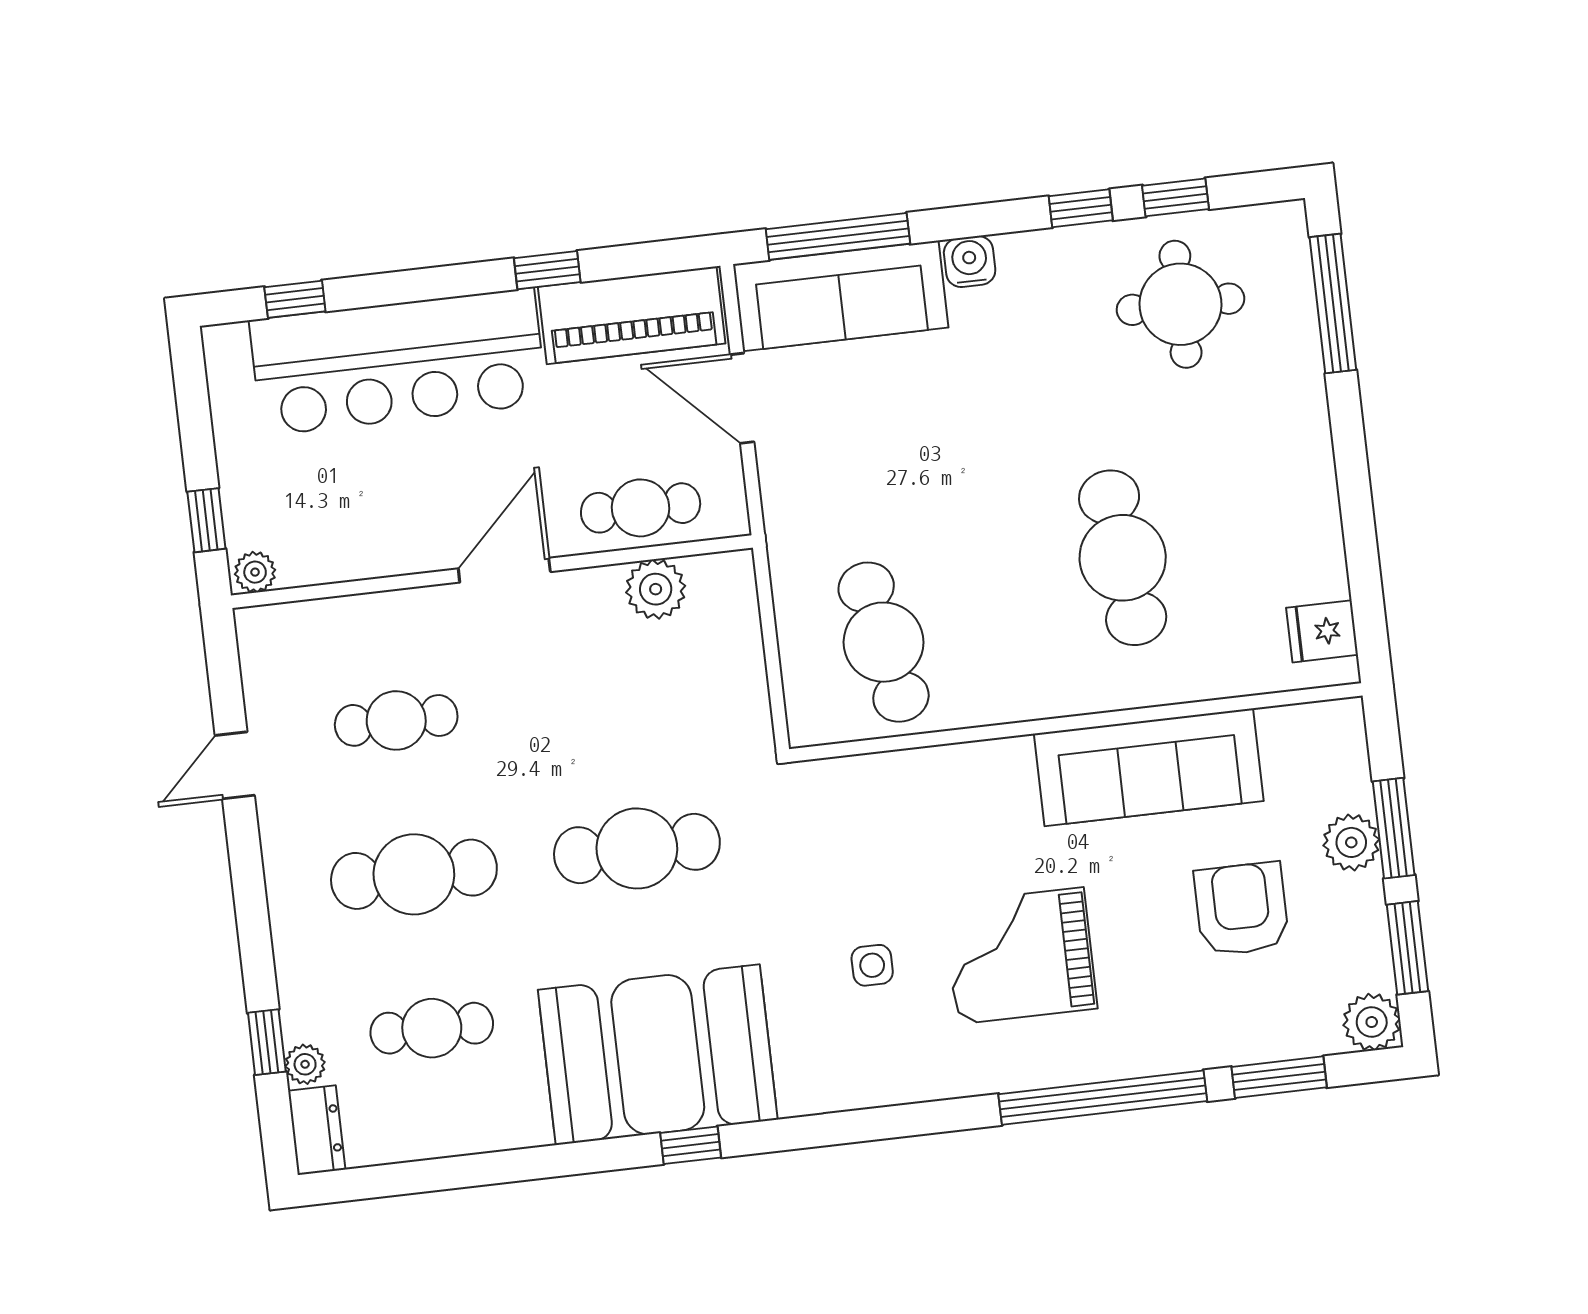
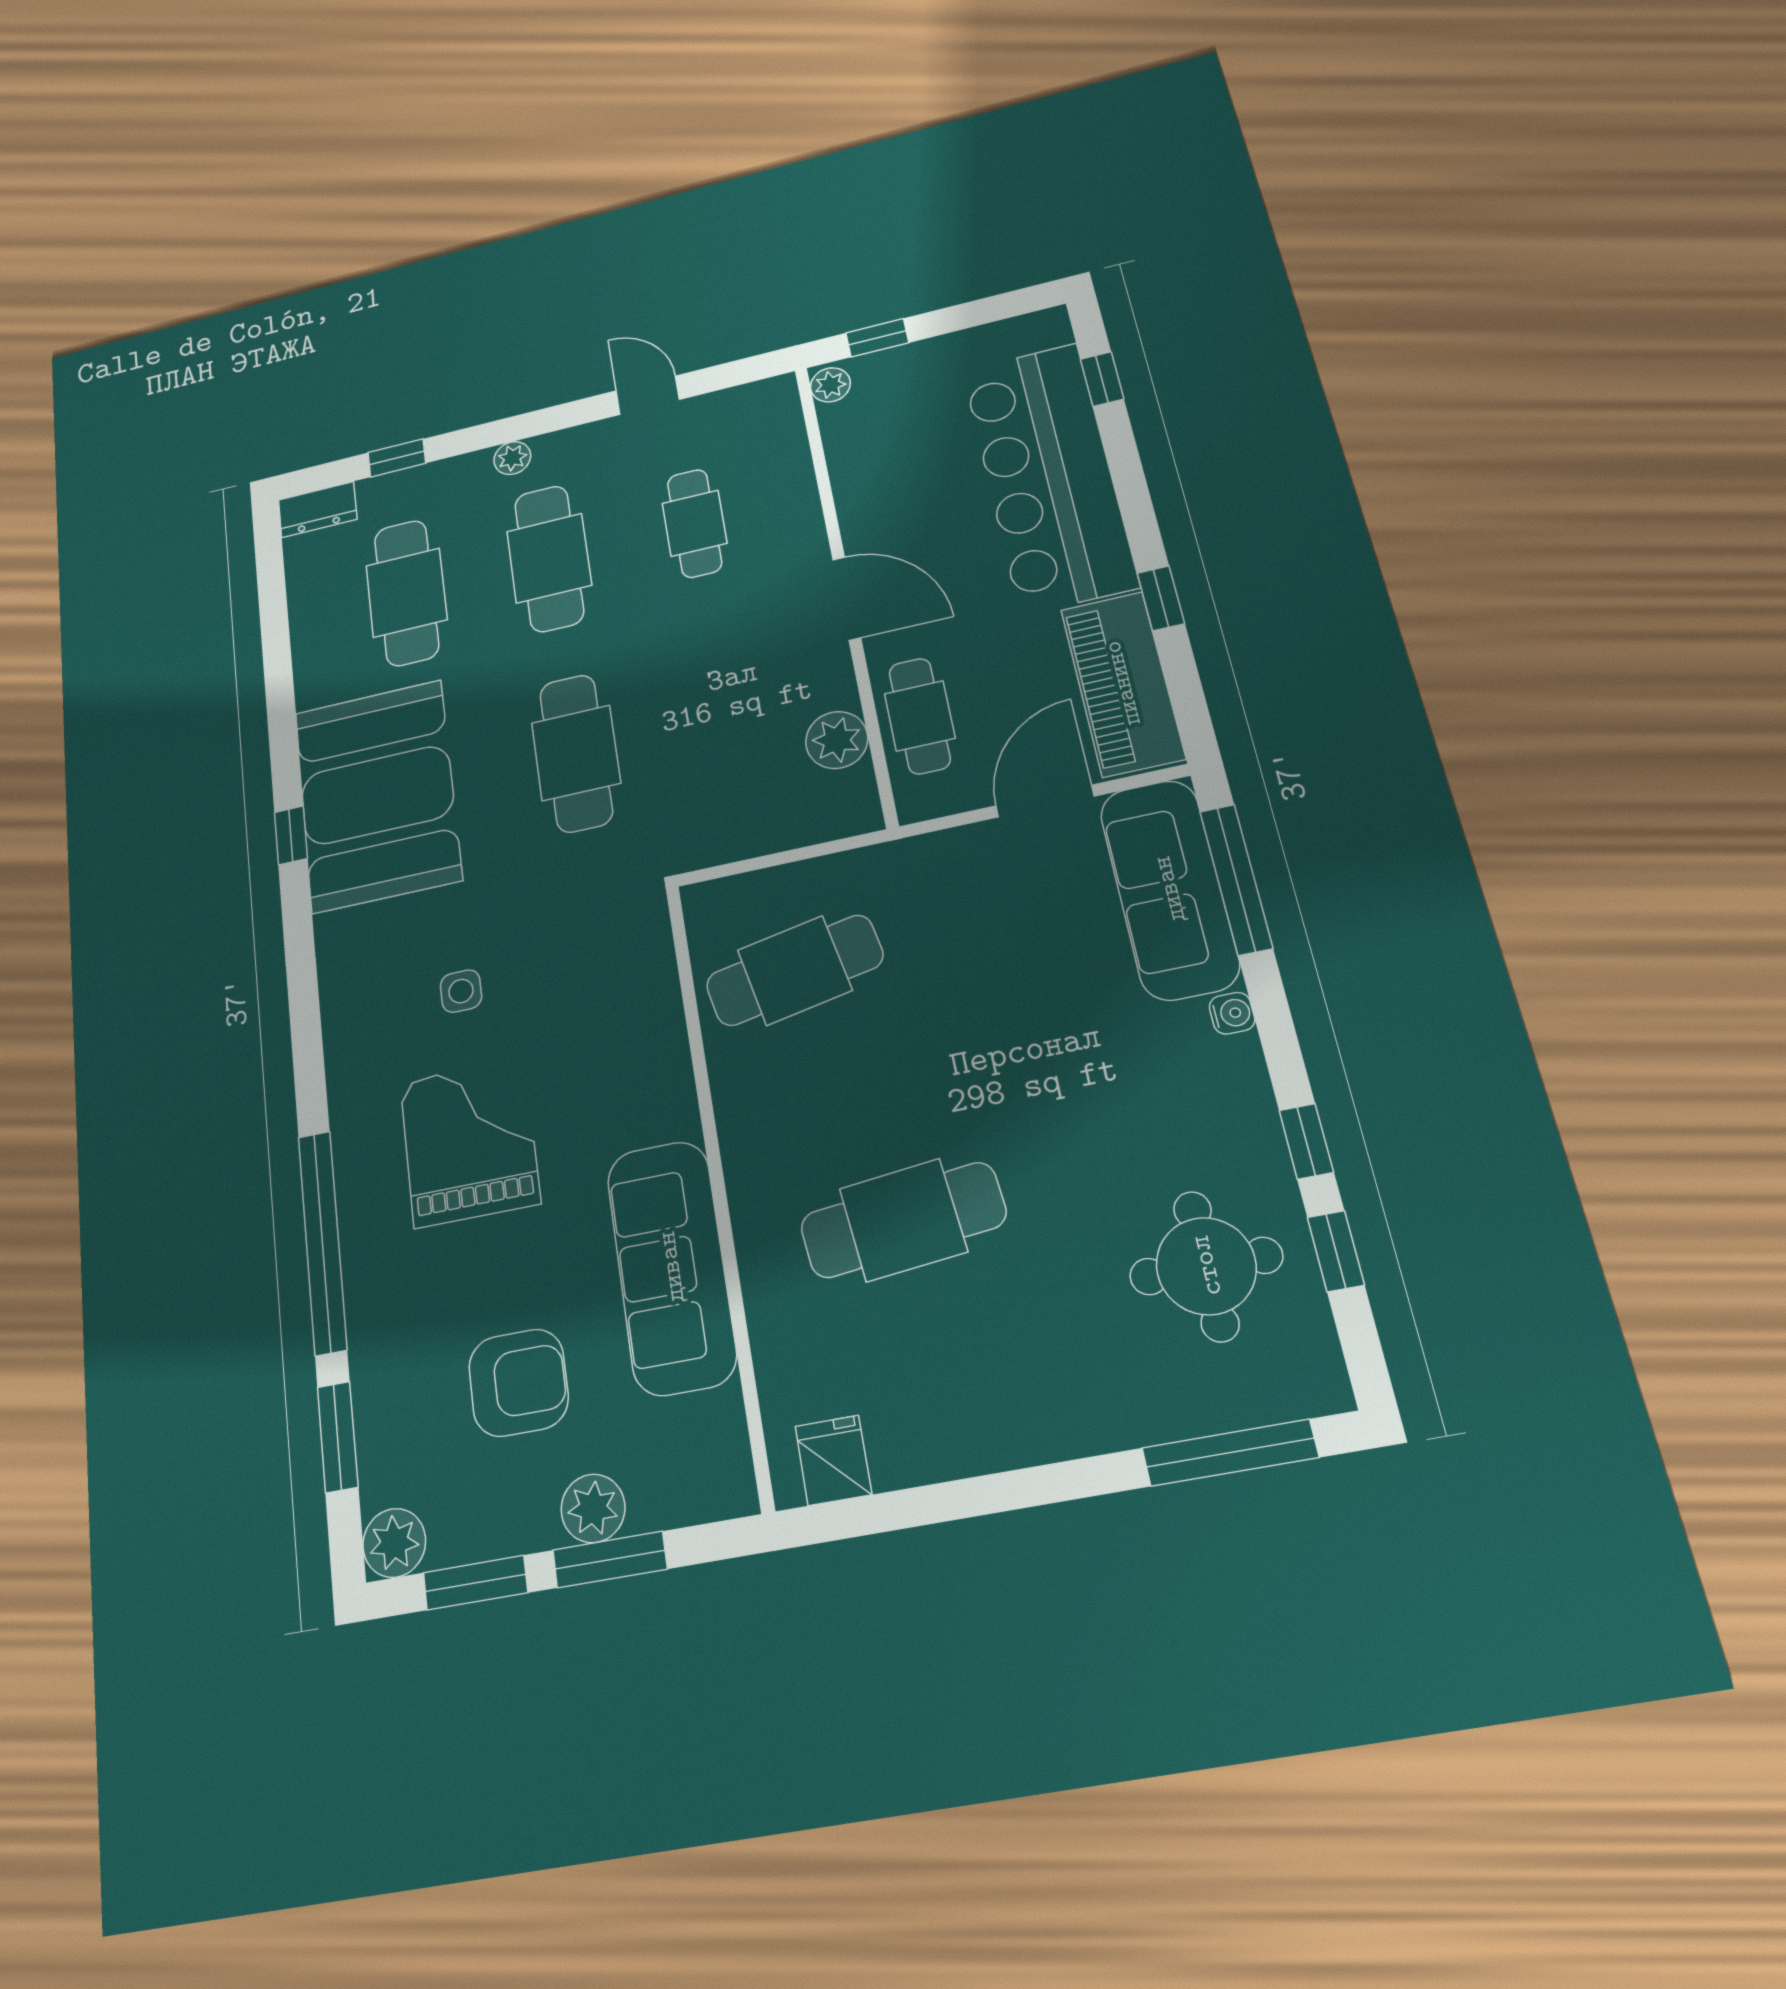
water cooler: (970, 261) -> (1232, 1013), width x0.72, depth x0.72
cafe table: (432, 1028) -> (406, 593), width x1.37, depth x1.35
plant: (305, 1064) -> (512, 458), moved

